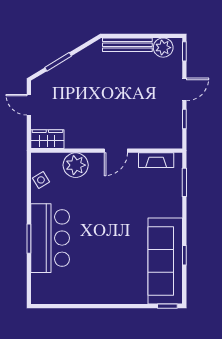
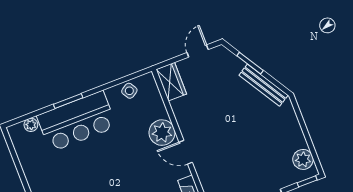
bench: (127, 45) -> (263, 85), moved, turned -31
plant: (76, 165) -> (162, 133), moved
plant: (37, 280) -> (31, 125), added

